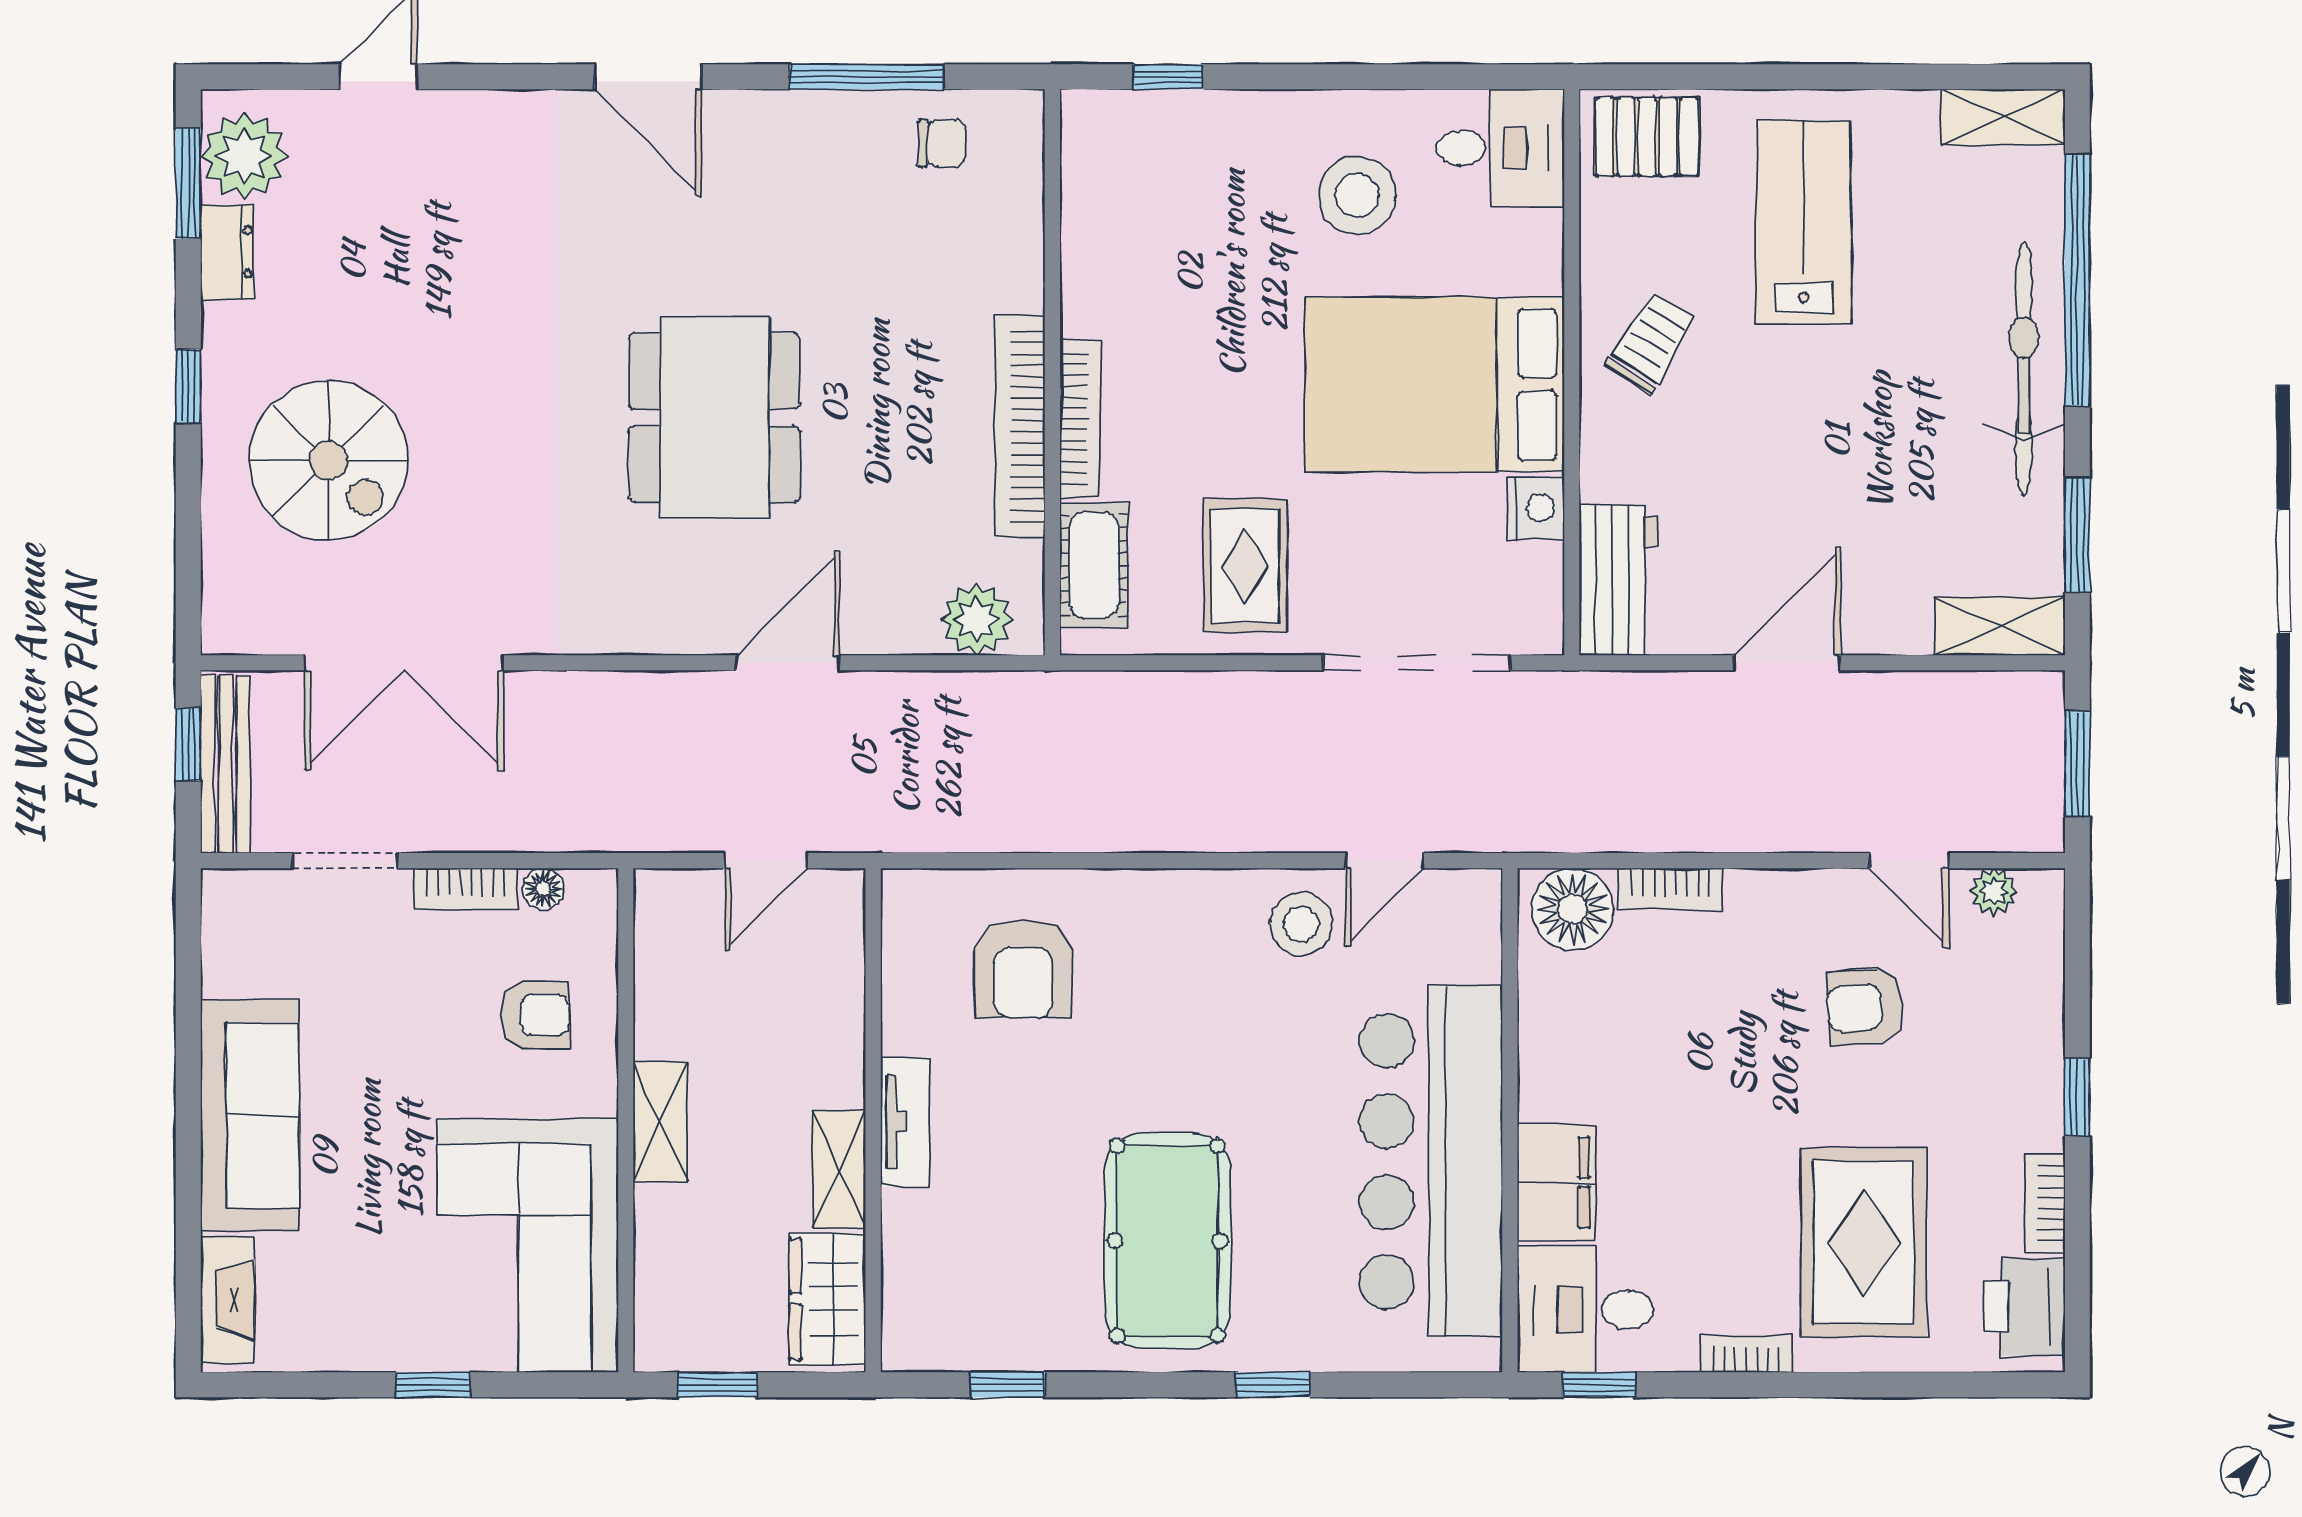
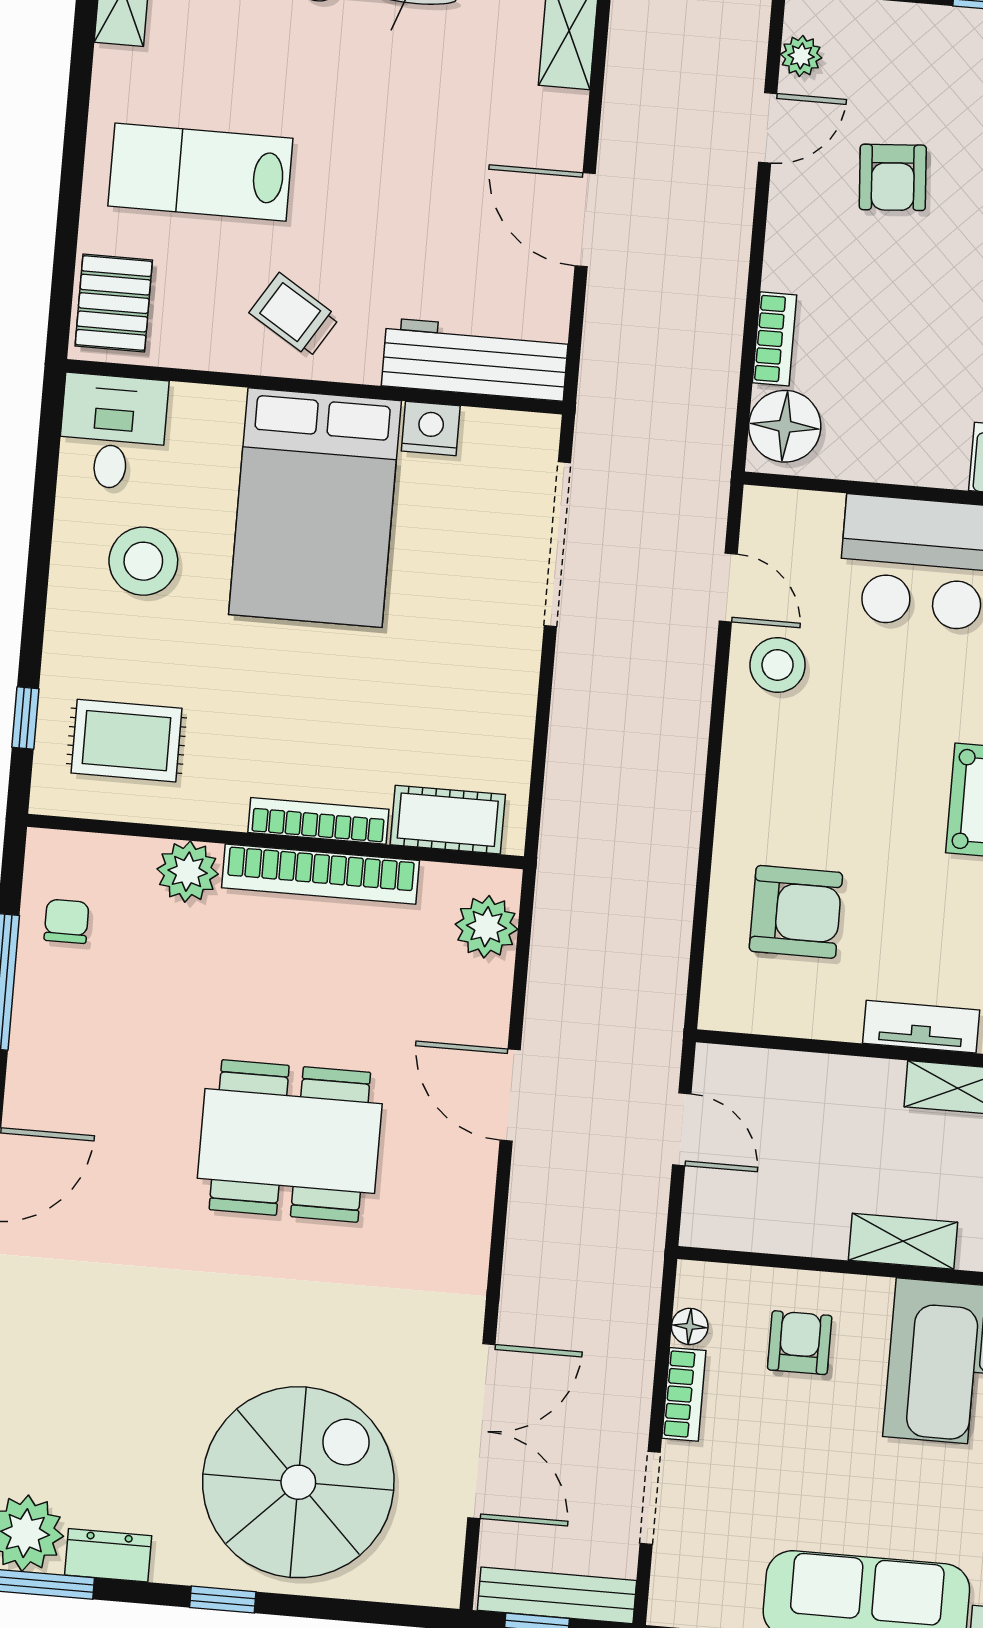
plant: (1010, 276) -> (188, 872), added
spiral stairs: (328, 460) -> (298, 1482), width x1.37, depth x1.37
rug: (1245, 566) -> (127, 741), moved
workbench: (1618, 580) -> (475, 359), width x1.38

